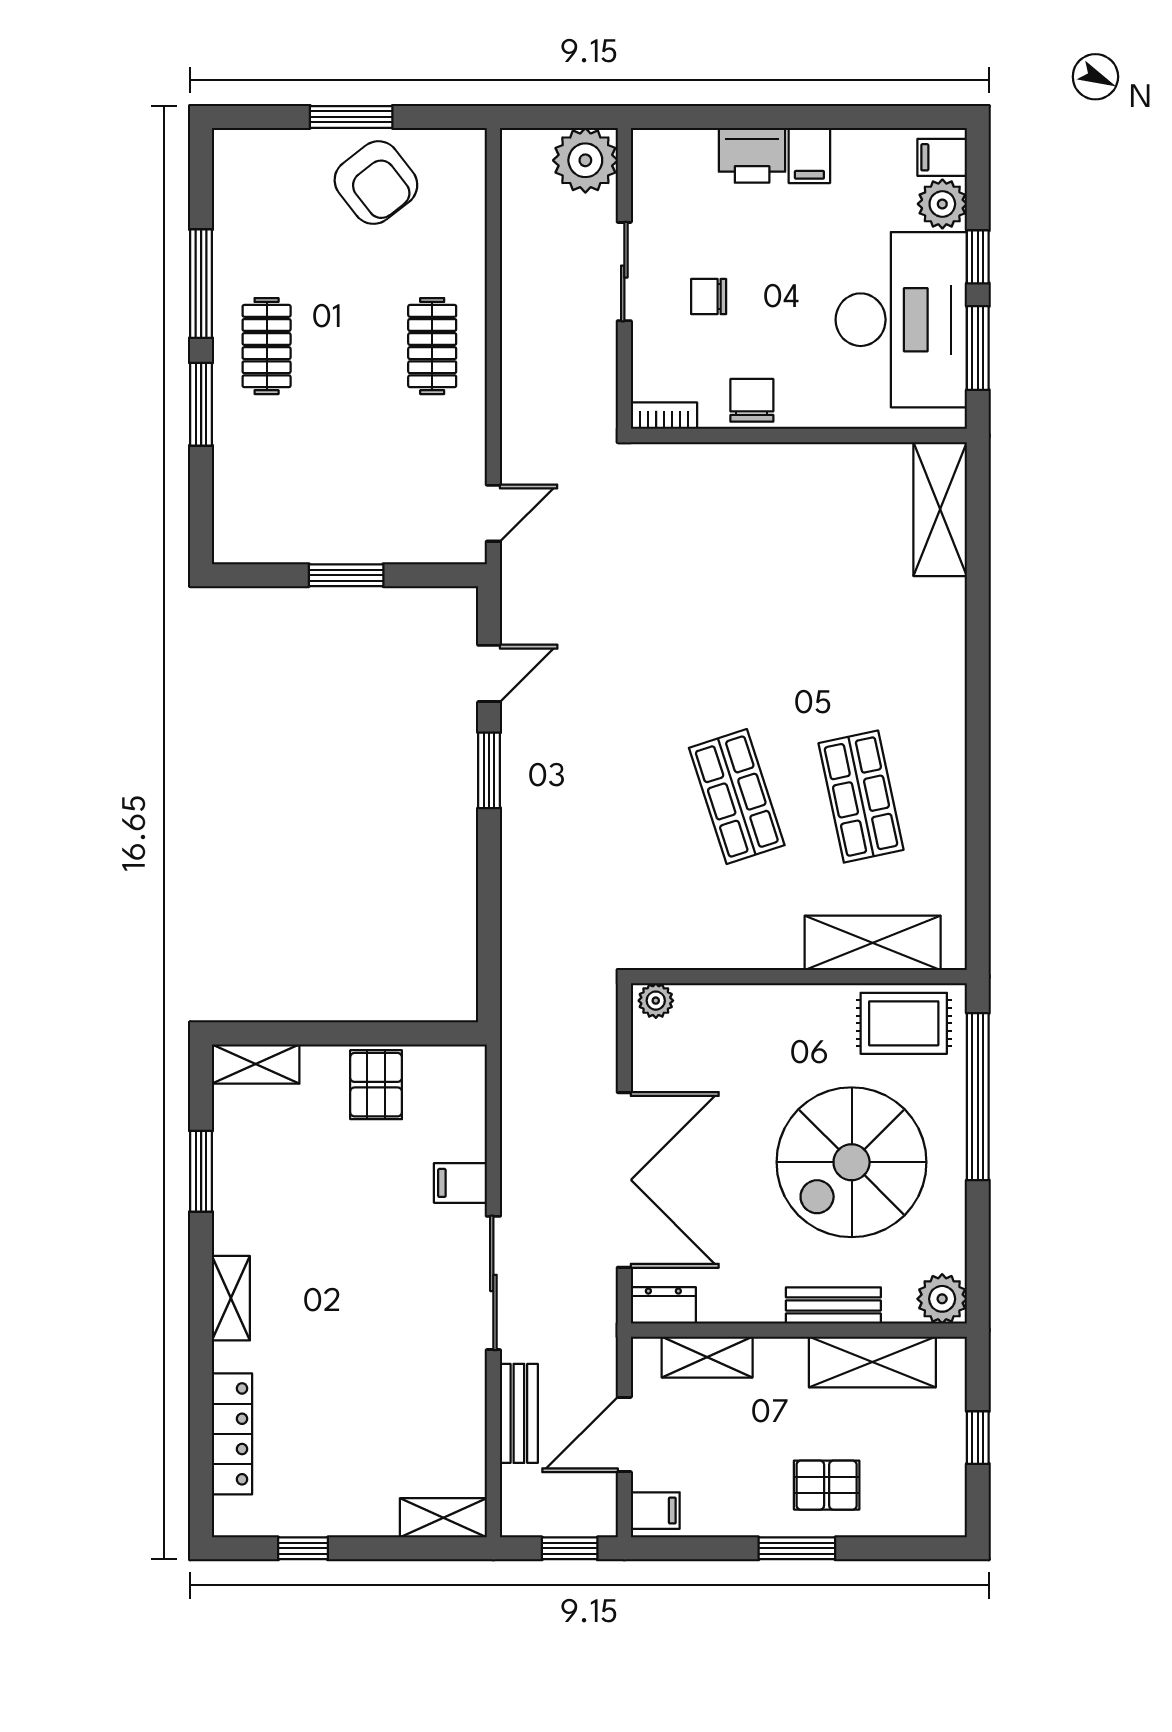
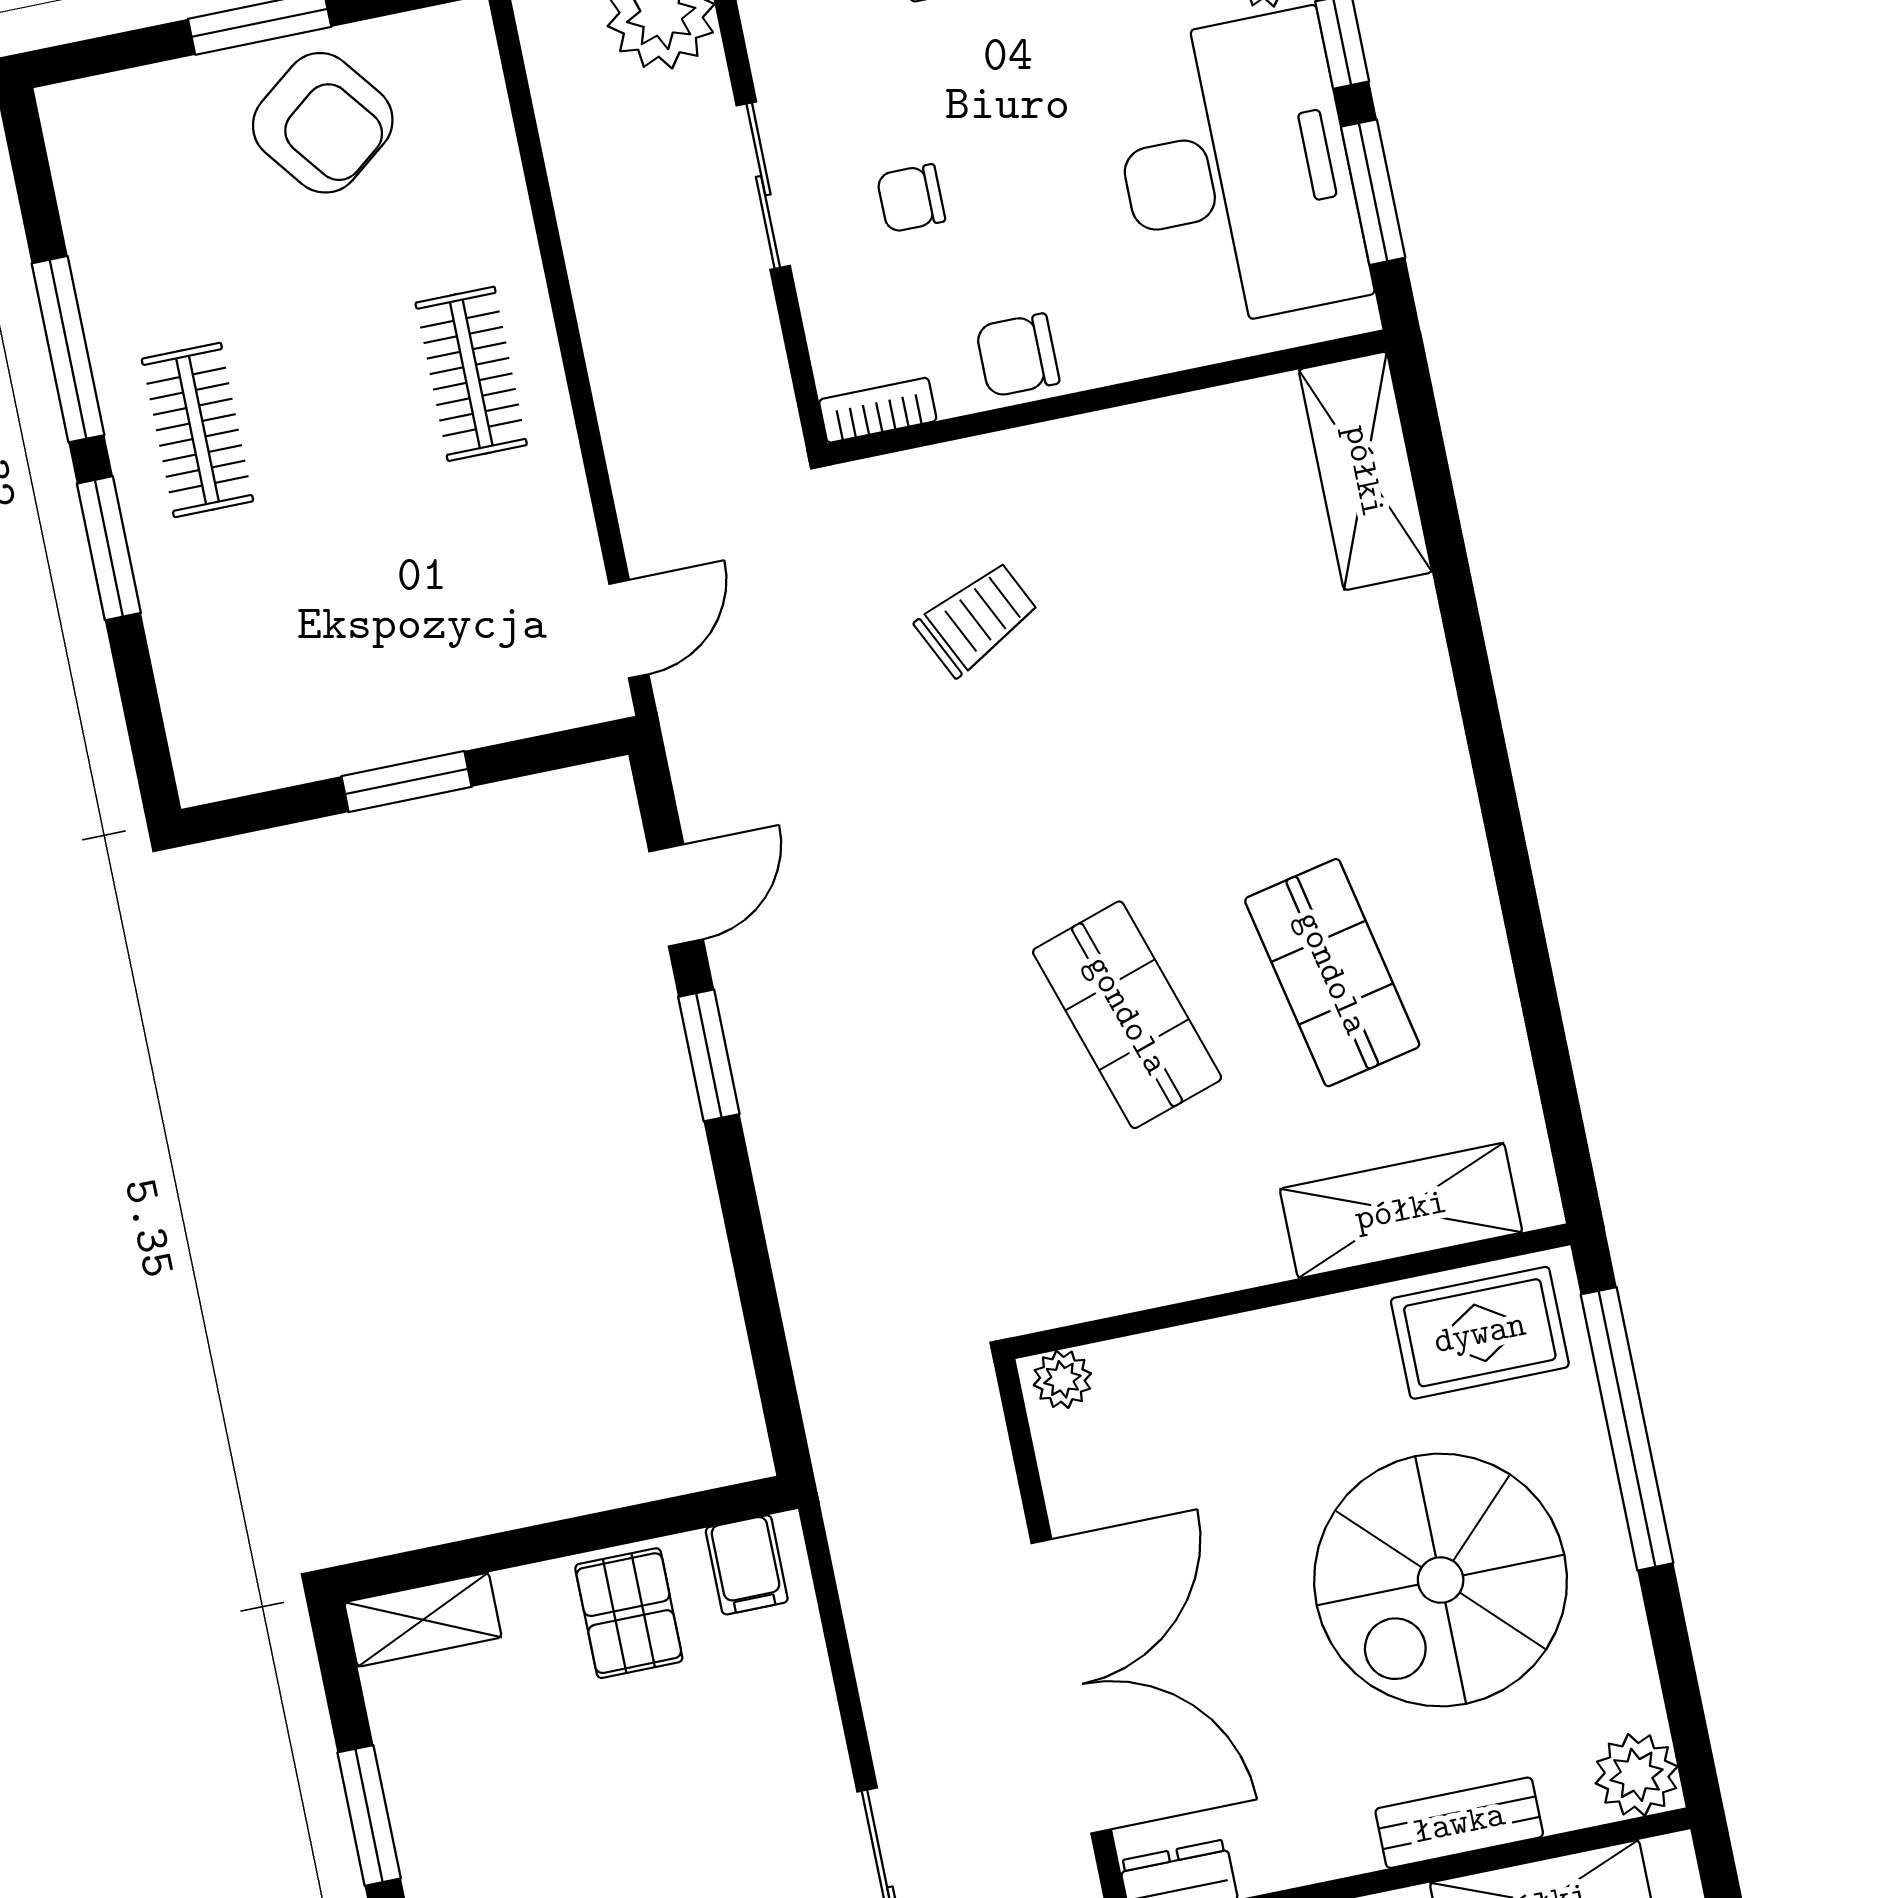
chair: (752, 400) -> (1018, 355), turned -90
trolley: (697, 549) -> (977, 619), added
filing cabinet: (460, 1183) -> (747, 1565), moved, turned -90

